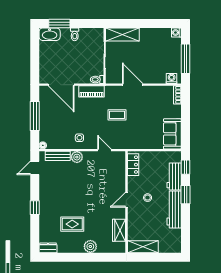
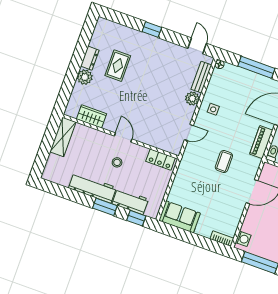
dresser: (48, 248) -> (90, 58), moved

